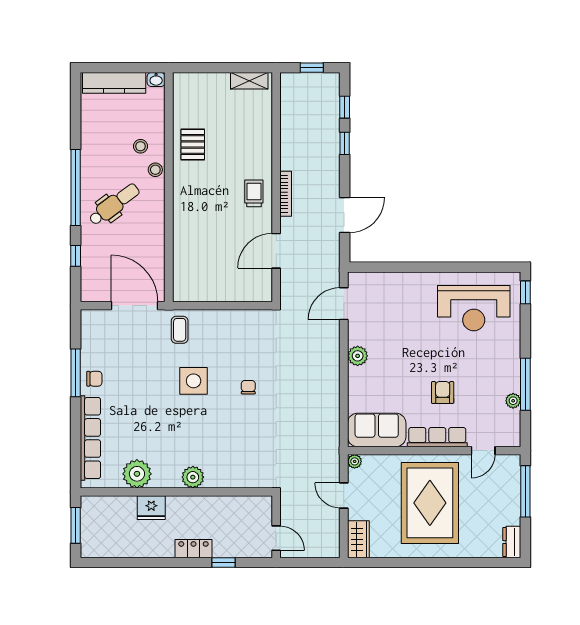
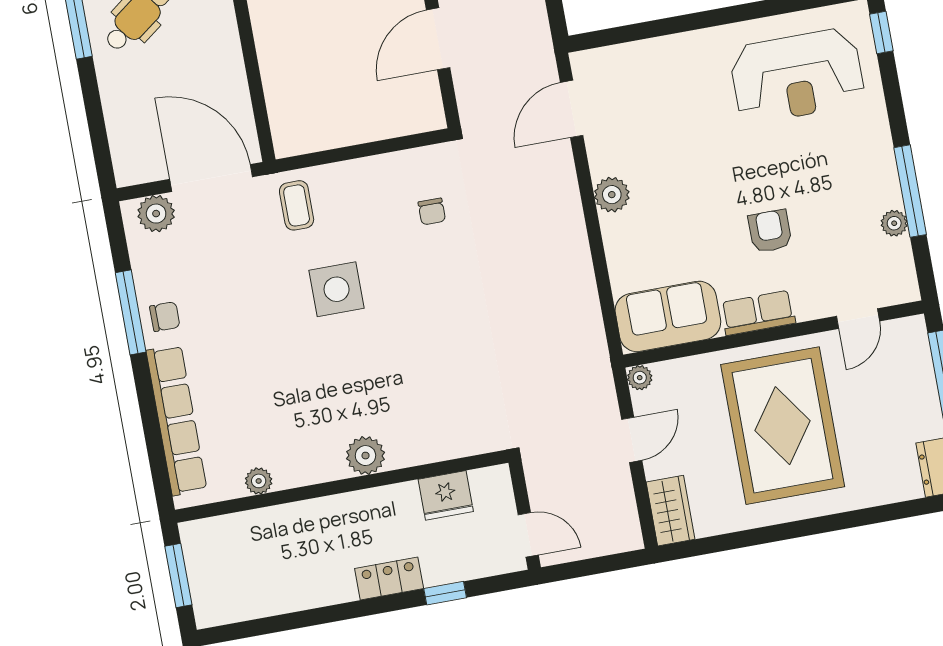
window: (76, 256) -> (94, 111), removed
plant: (100, 320) -> (156, 214), added
chair: (248, 387) -> (432, 211), moved, turned 180
row of seats: (437, 437) -> (758, 313), width x0.68
plant: (137, 474) -> (259, 481), width x0.53, depth x0.53
door: (344, 495) -> (632, 440), swing flipped
fridge: (151, 508) -> (446, 495), moved

